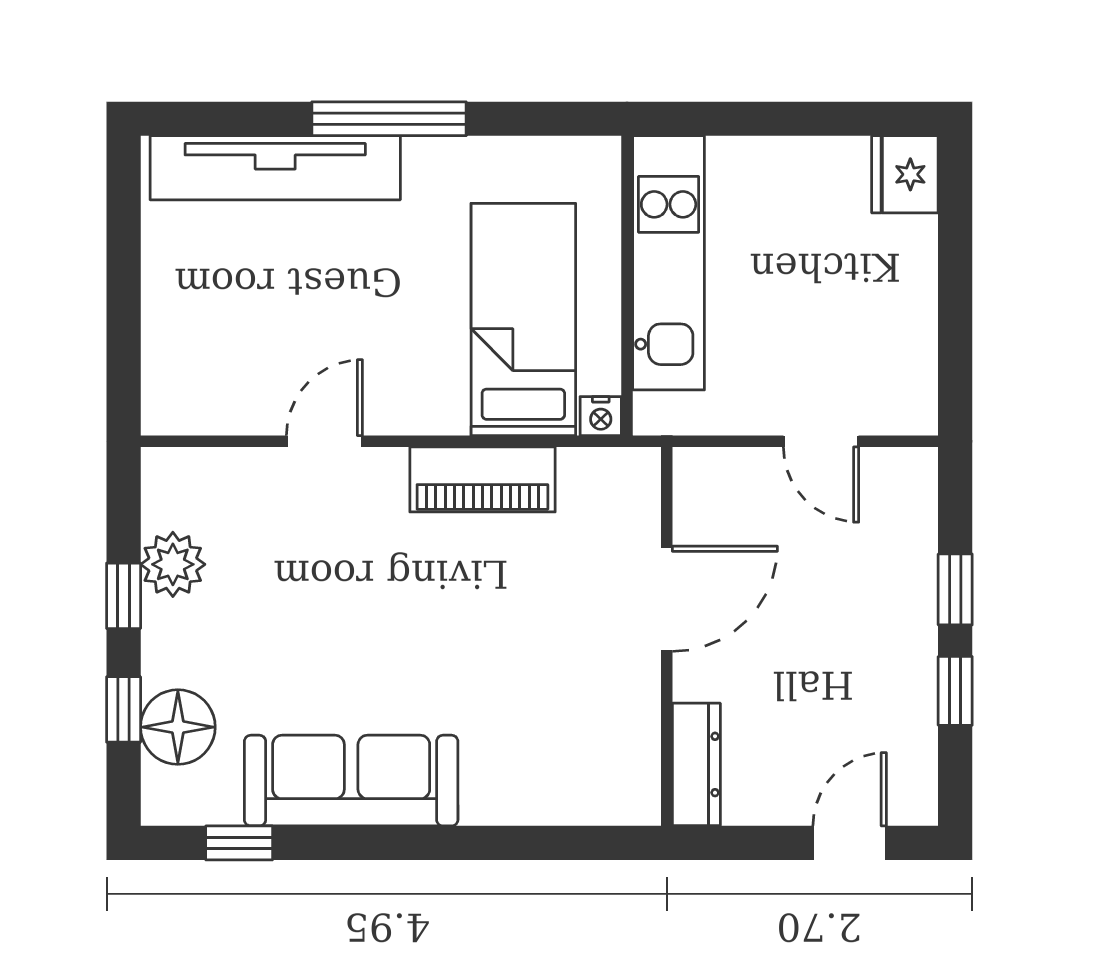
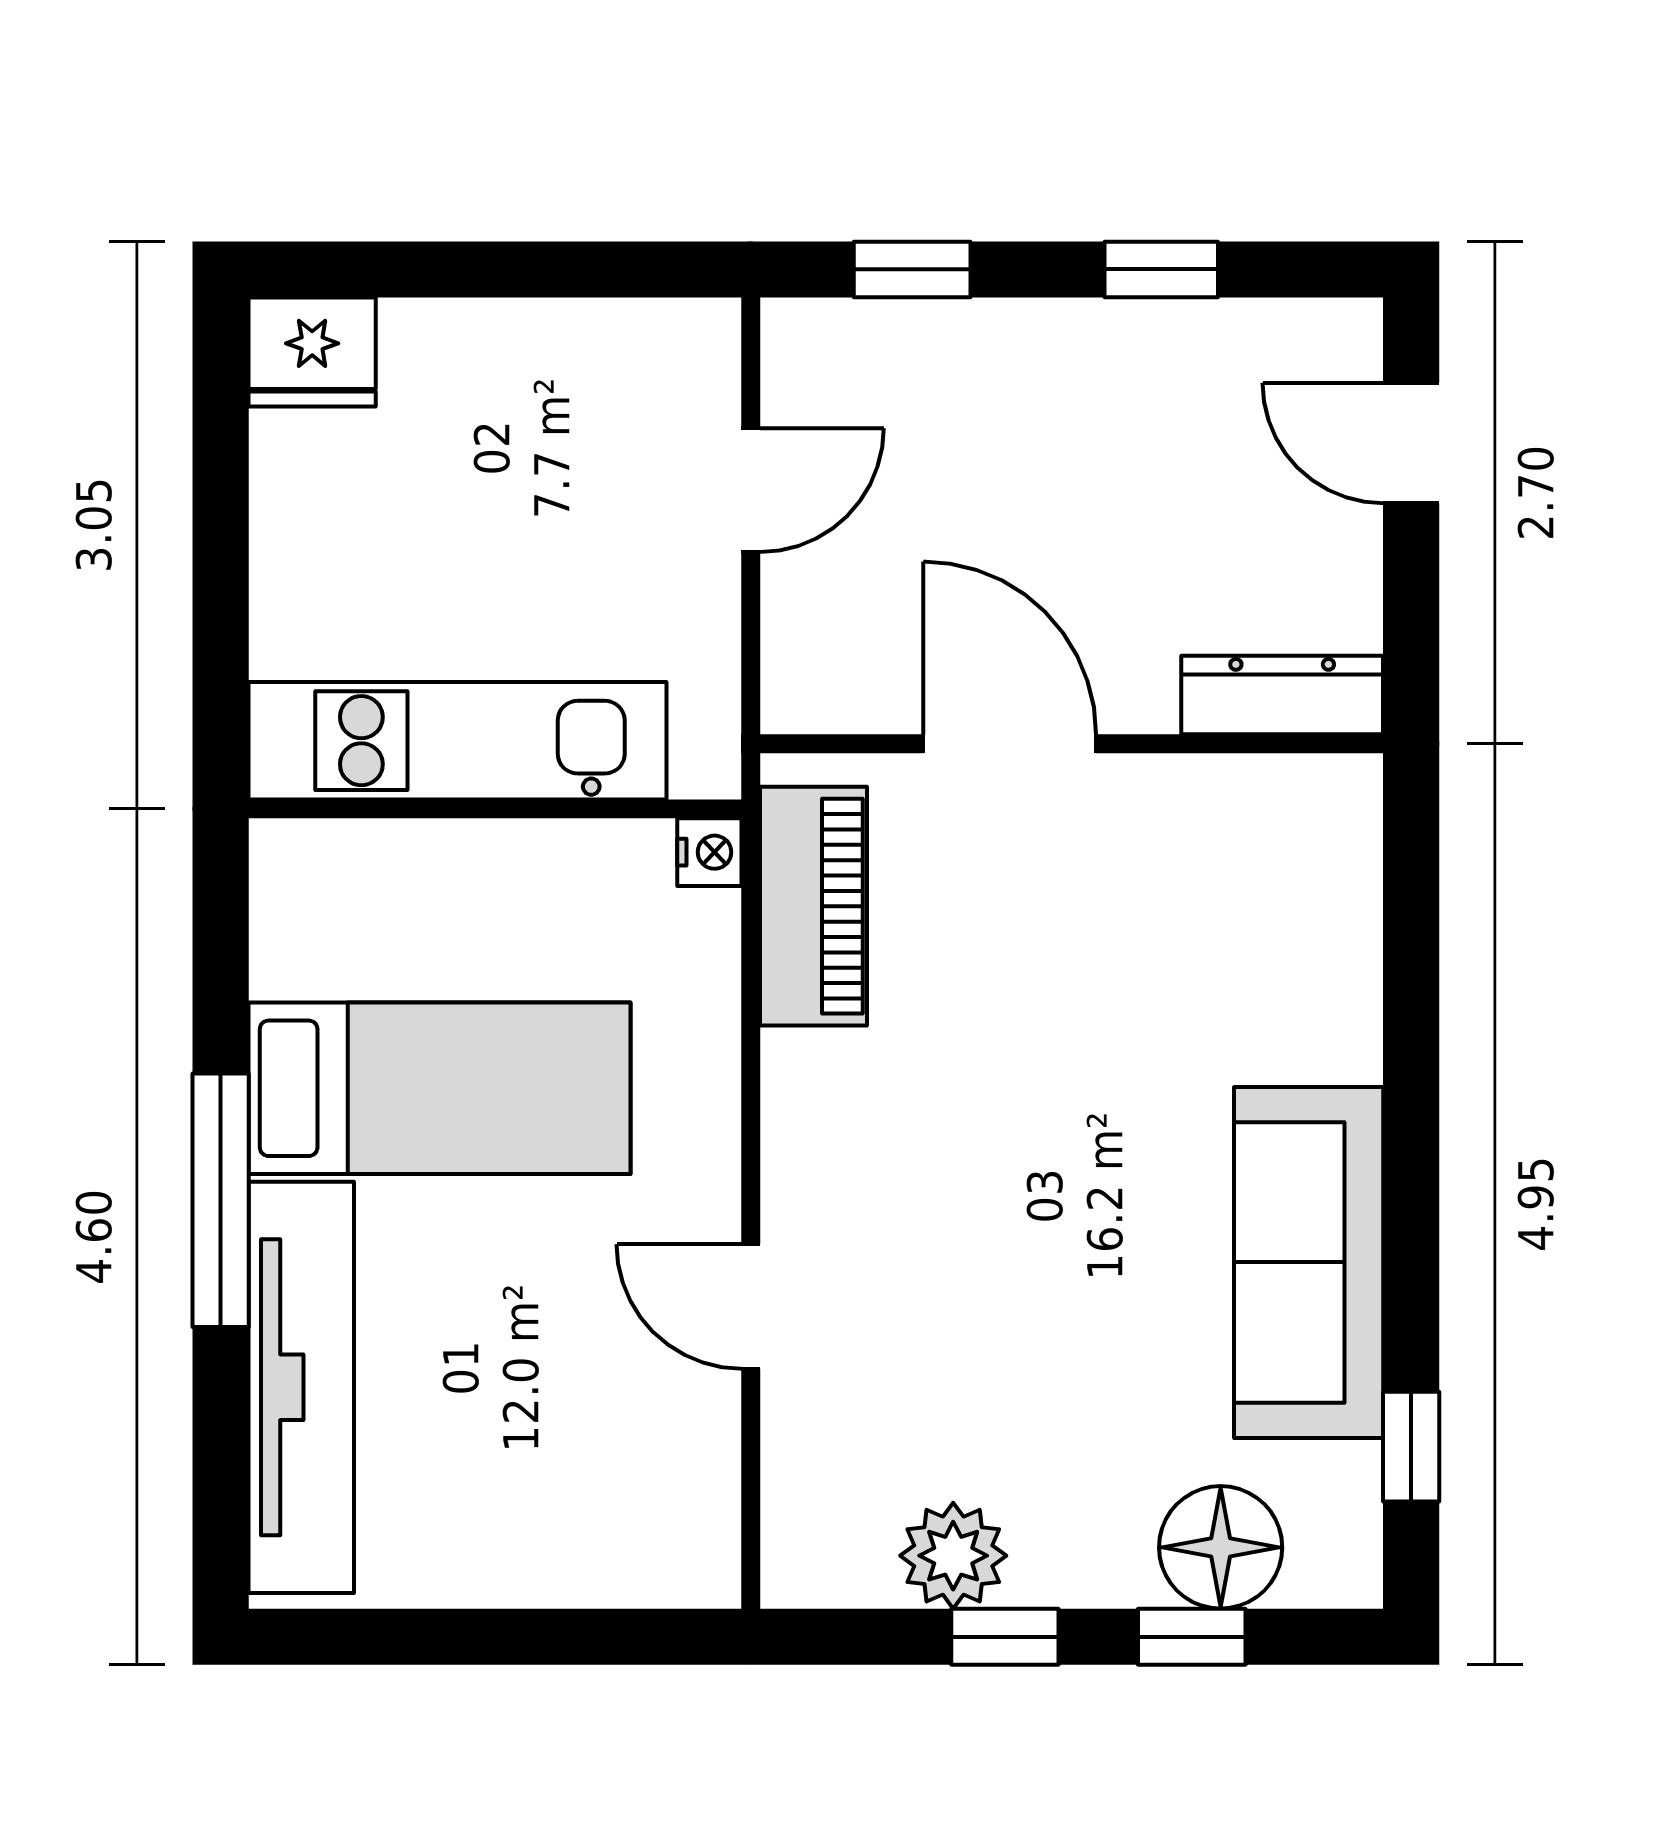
bed: (523, 319) -> (439, 1088), moved, turned 180
piano: (482, 479) -> (814, 906), moved
window: (955, 589) -> (912, 269), moved

